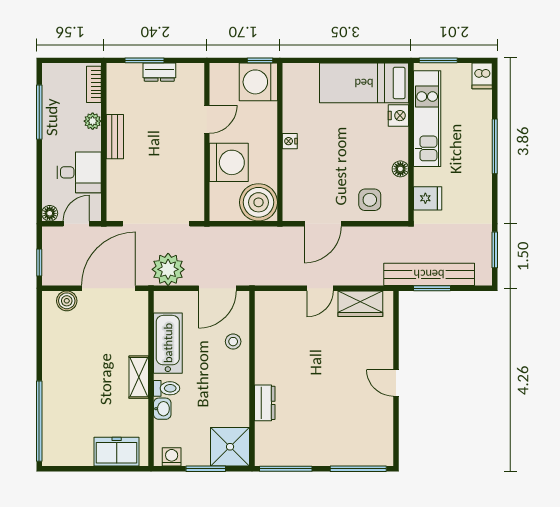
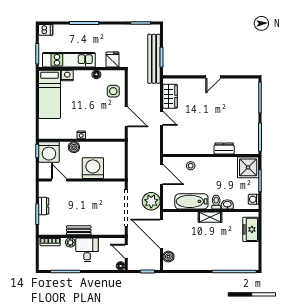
door: (207, 119) -> (59, 180), moved
desk: (79, 172) -> (87, 250), moved
boiler: (259, 202) -> (74, 147), moved, width x0.54, depth x0.54

